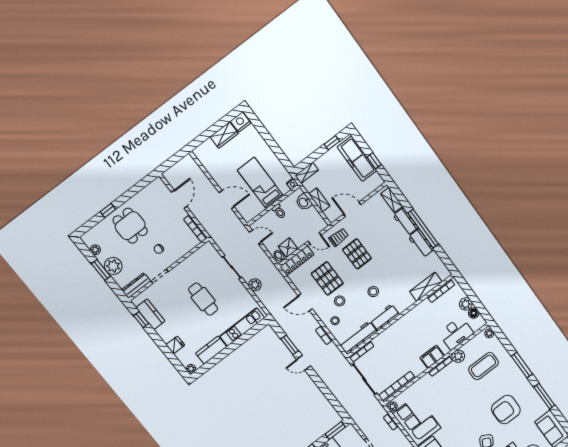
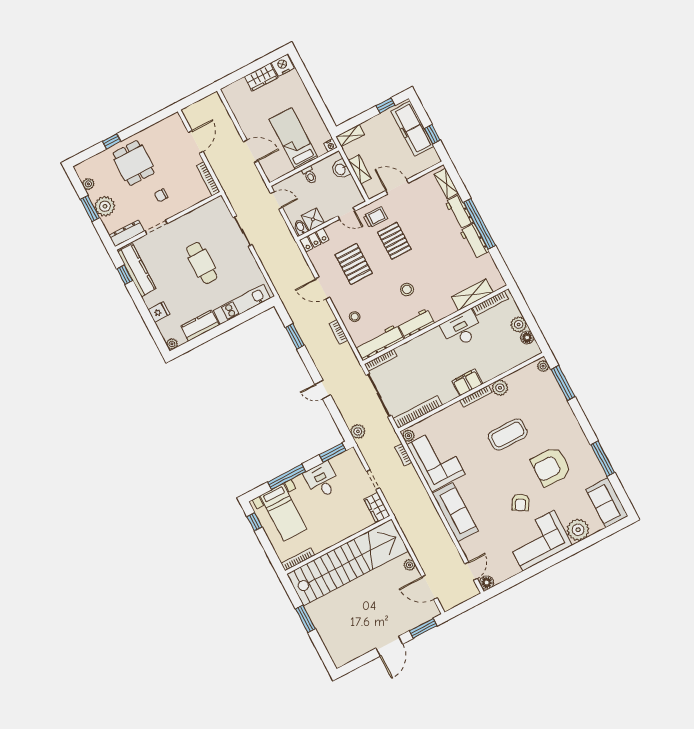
locker: (297, 261) -> (315, 240), width x0.66
plant: (255, 285) -> (358, 431), moved
stool: (340, 301) -> (364, 294), removed
kitchen counter: (150, 314) -> (137, 270), width x1.50
desk: (456, 333) -> (462, 329), moved, turned 180
door: (304, 363) -> (323, 390), moved
window: (522, 365) -> (563, 383), moved
coffee table: (483, 366) -> (508, 434), moved

